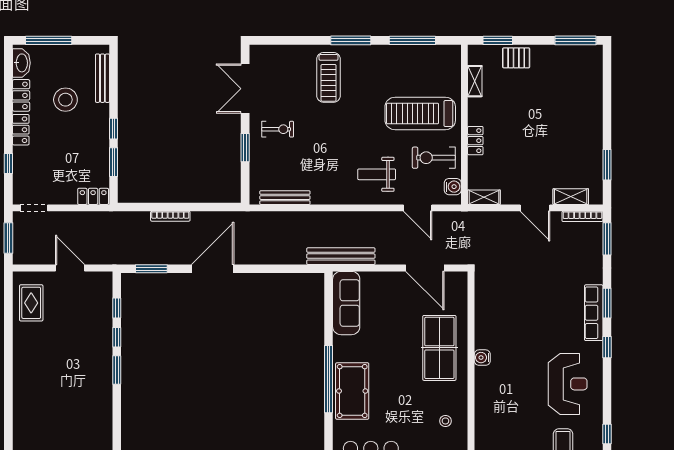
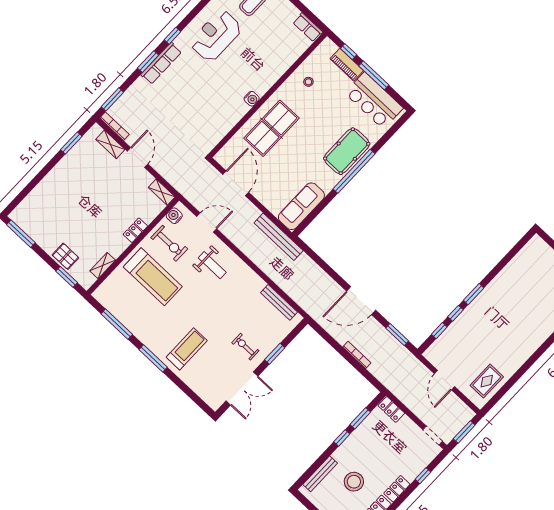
door: (418, 208) -> (207, 223), hinge flipped

